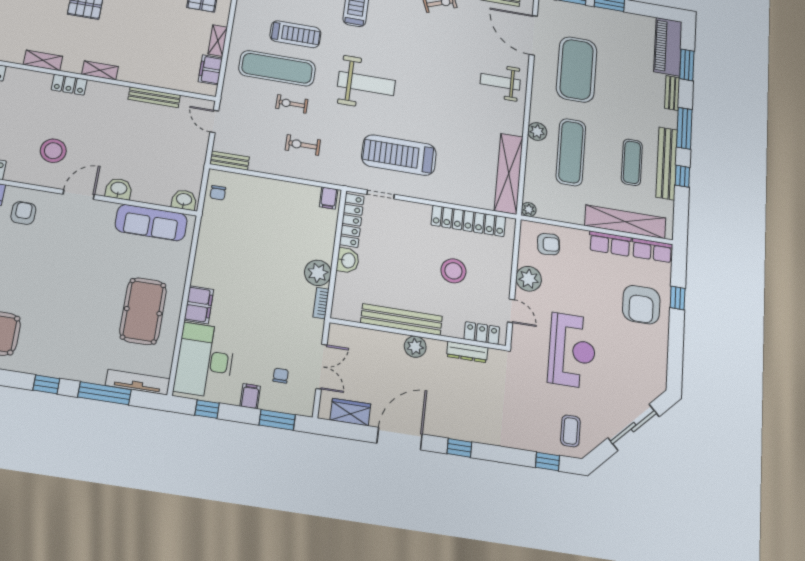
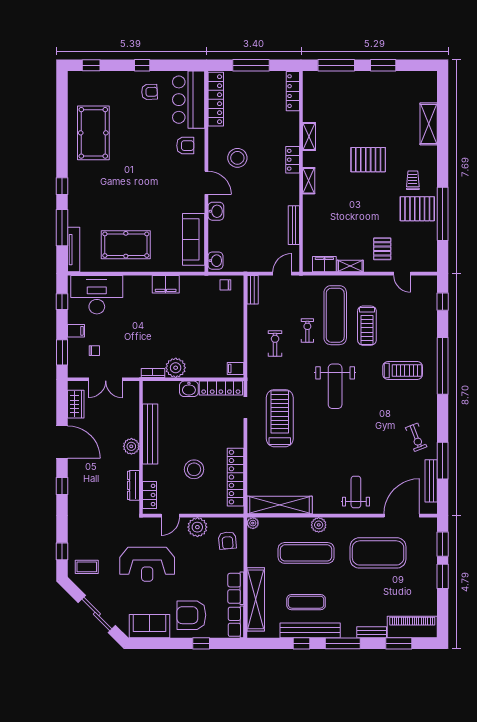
filing cabinet: (199, 305) -> (166, 284), moved
sofa: (653, 360) -> (150, 626), added

